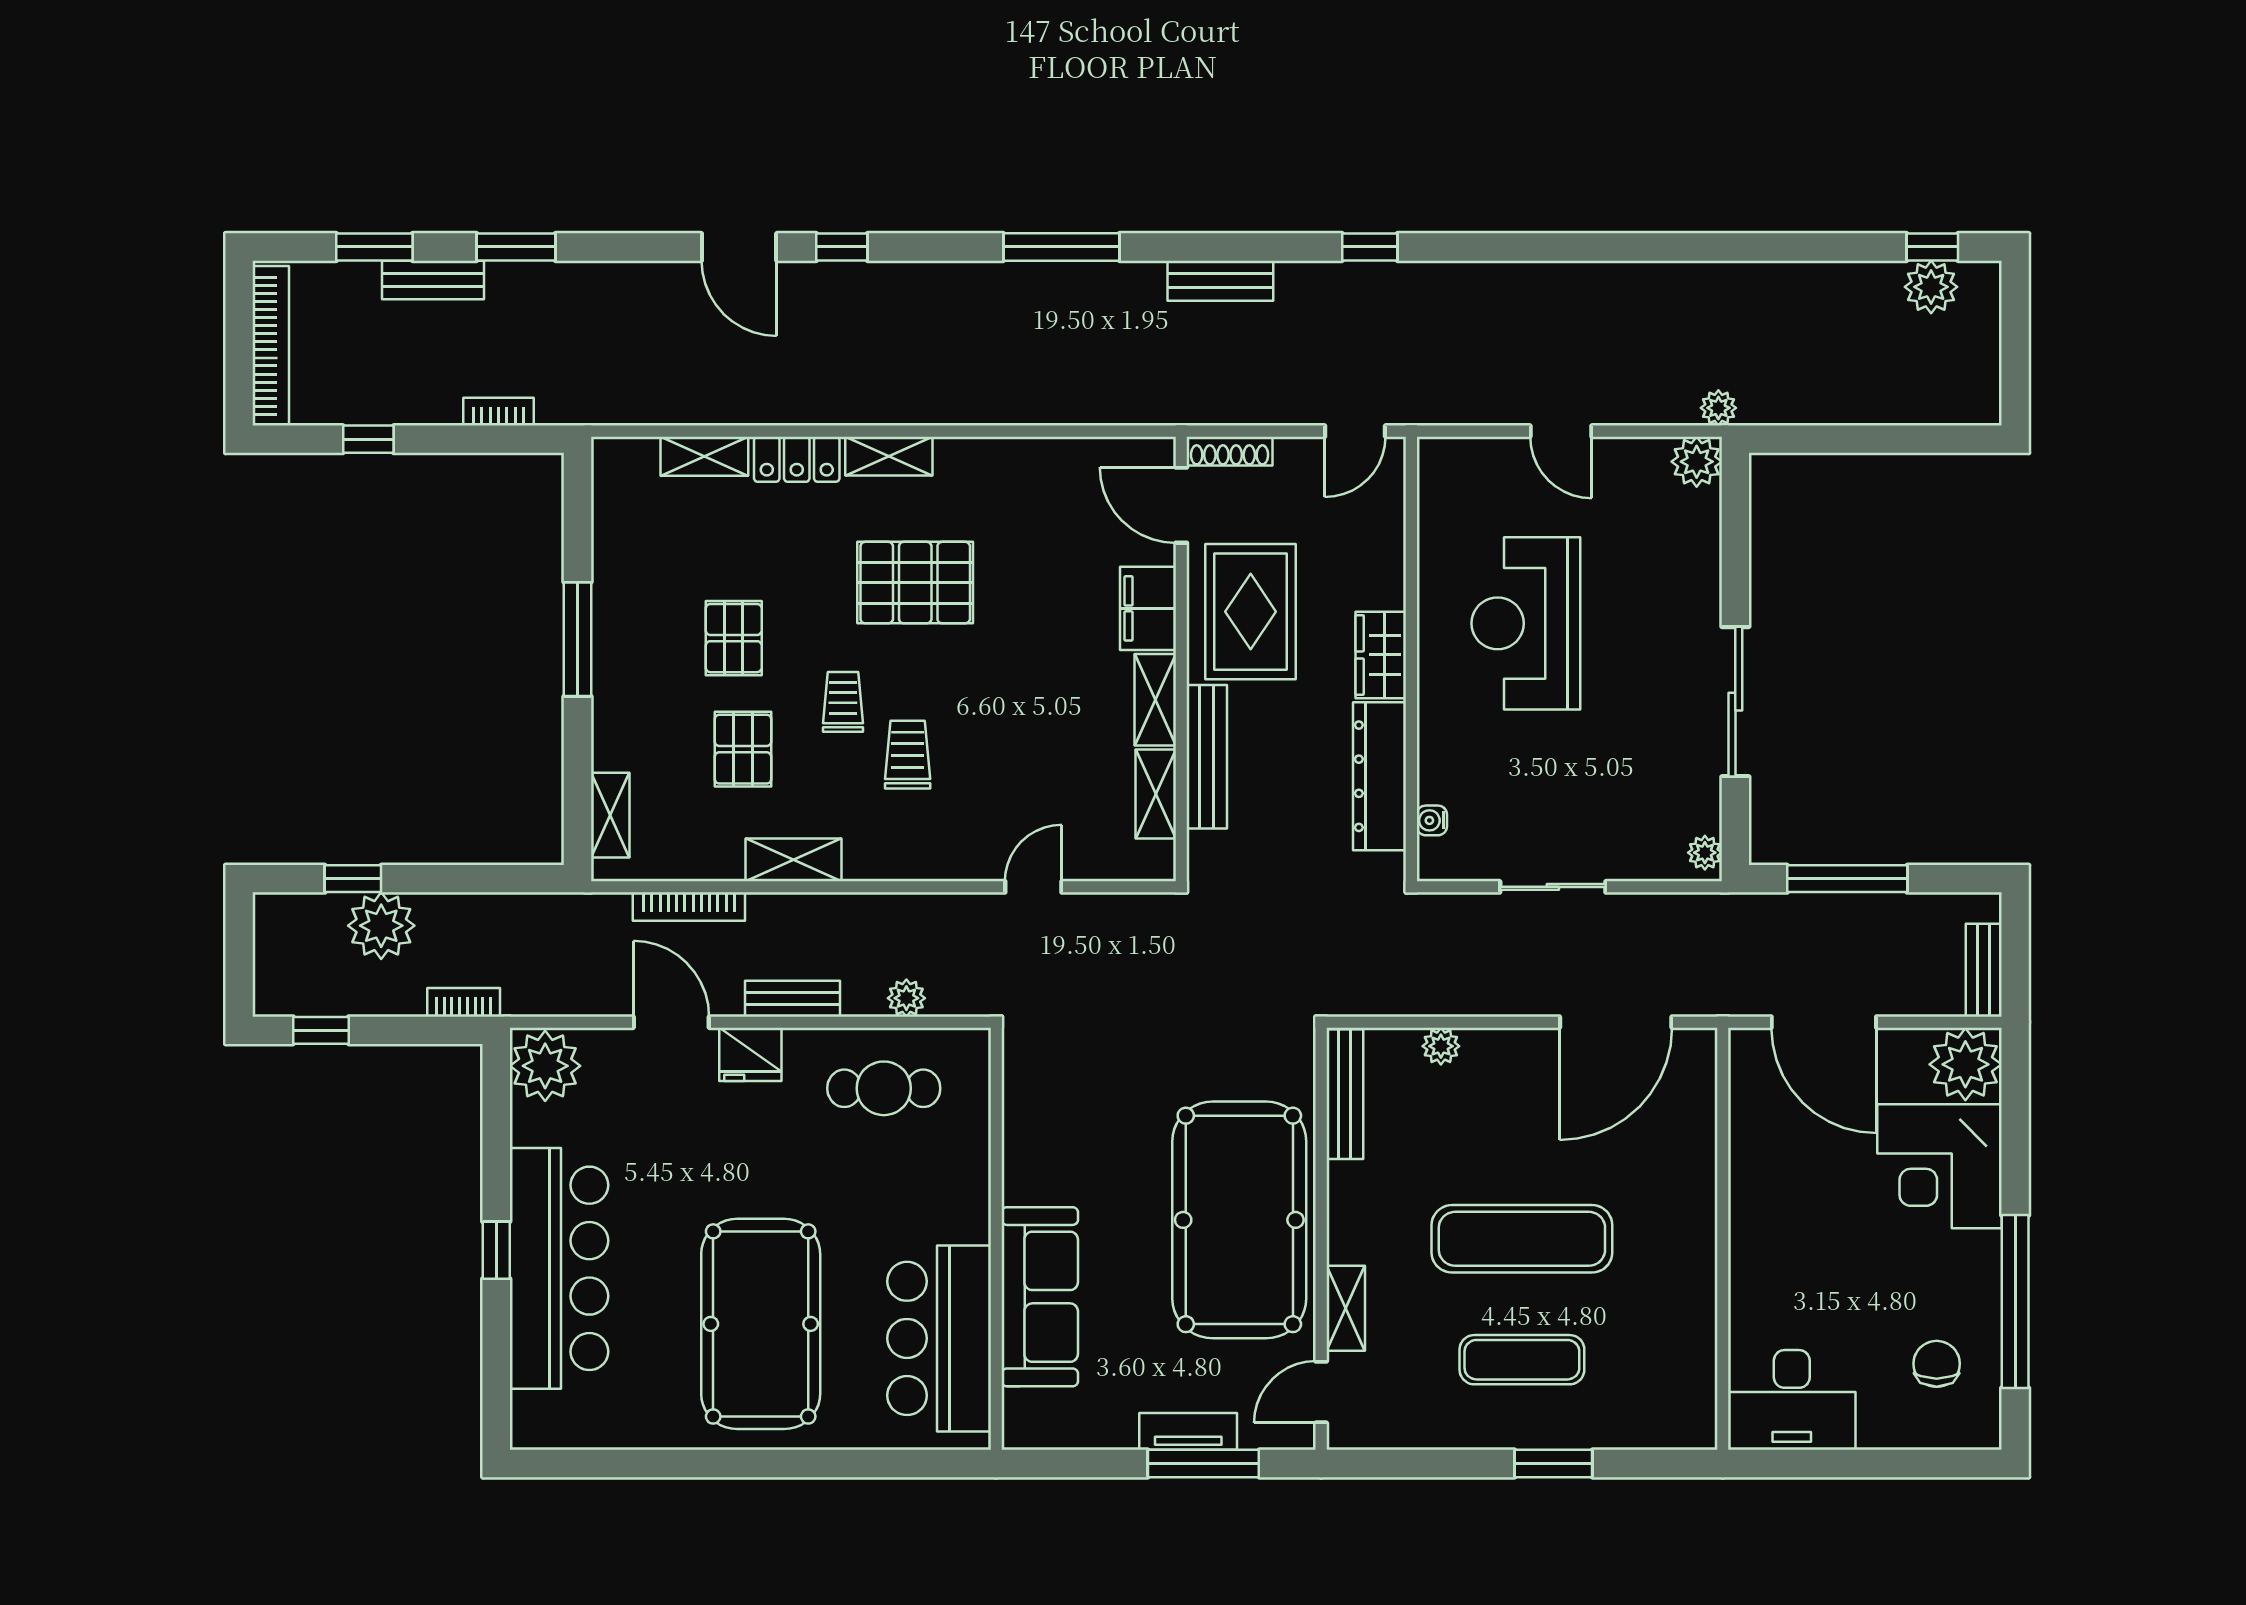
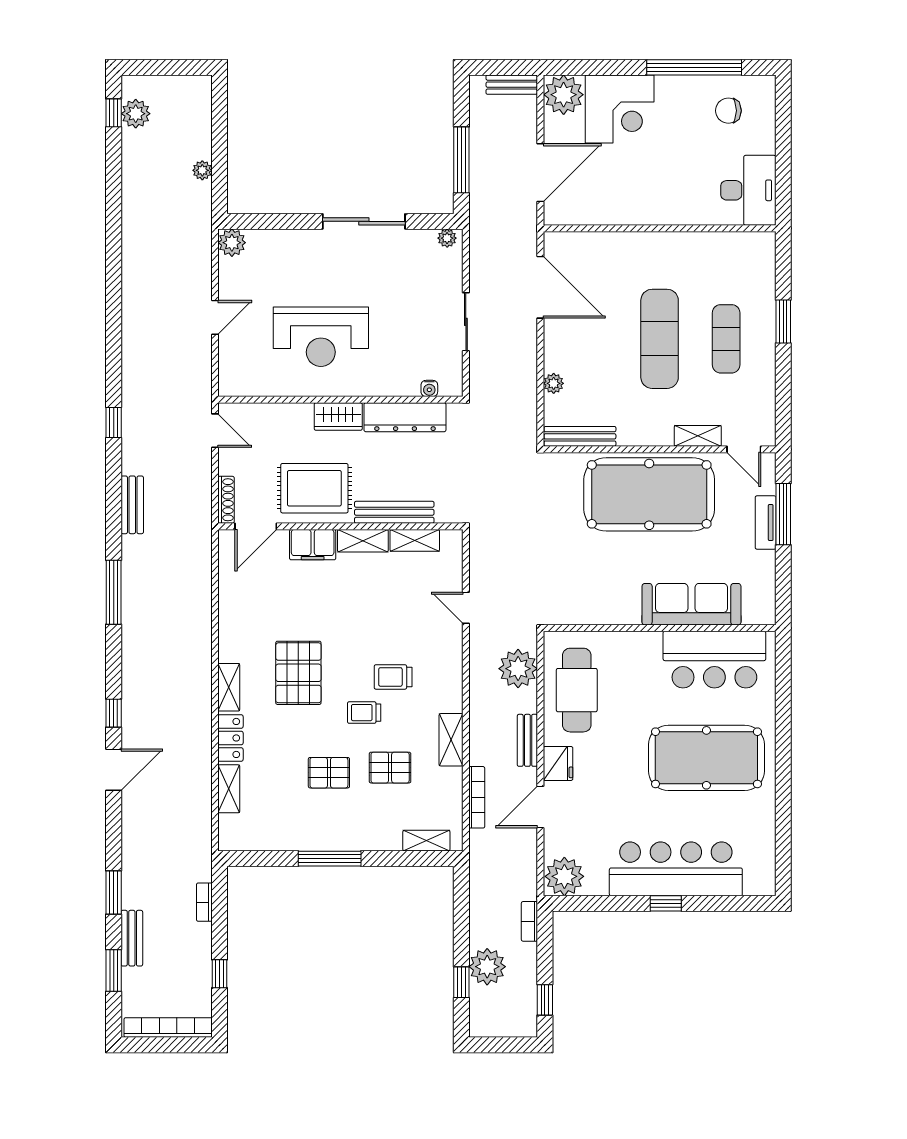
plant: (1718, 408) -> (202, 170), moved
plant: (906, 998) -> (518, 669), width x1.87, depth x1.87
cafe table: (884, 1088) -> (577, 690), width x1.37, depth x1.35

